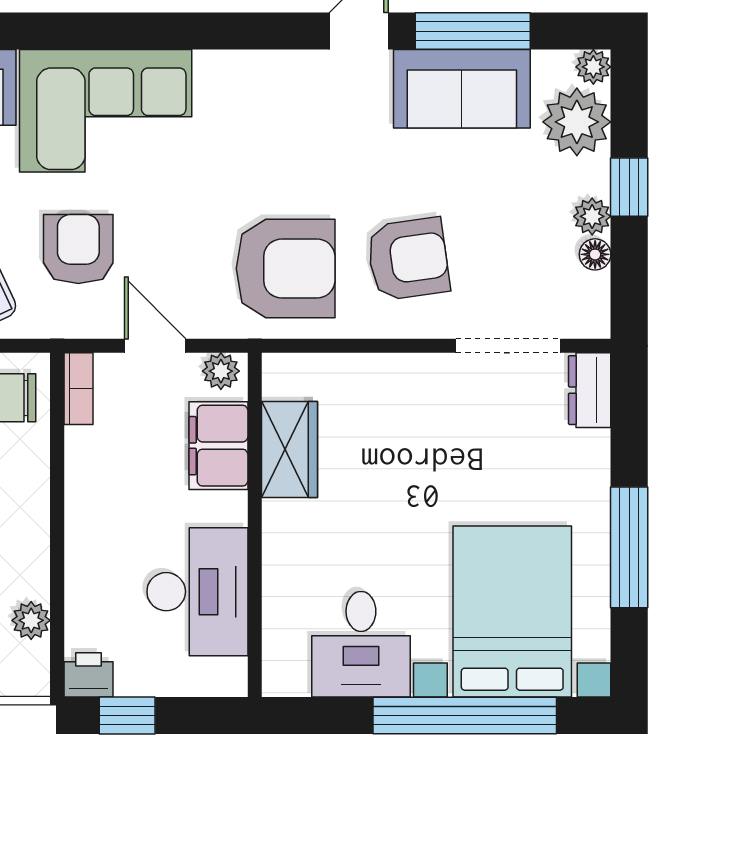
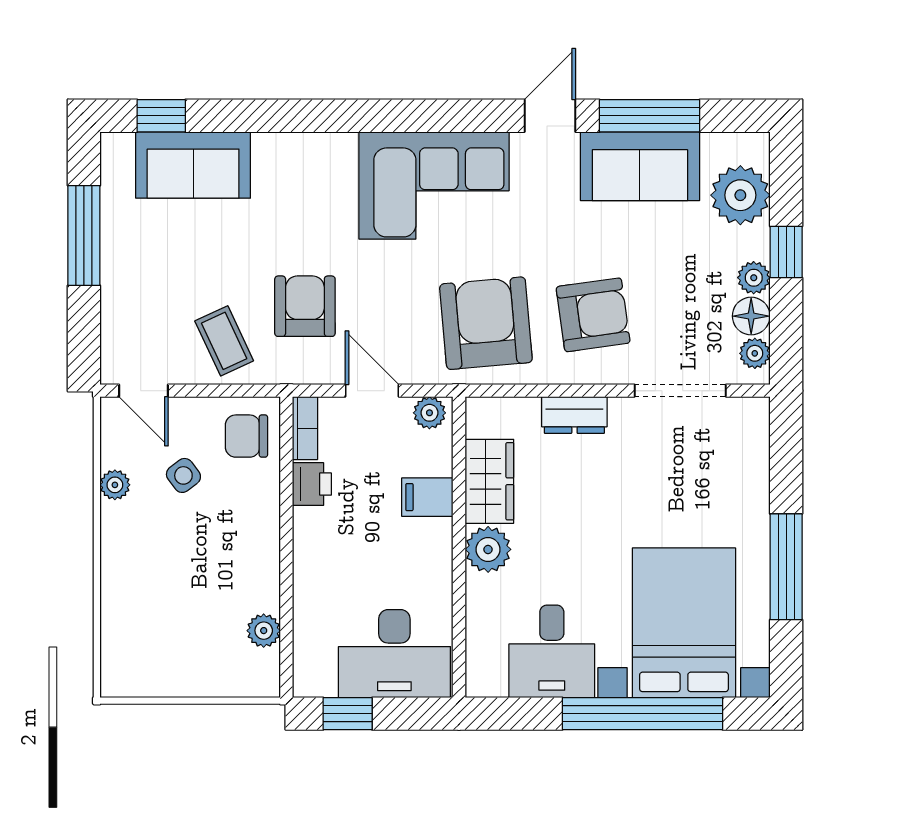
plant: (593, 67) -> (755, 353), moved
corner sofa: (106, 111) -> (434, 185), moved
floor lamp: (595, 254) -> (751, 316), width x1.37, depth x1.37
armchair: (286, 269) -> (486, 323), turned -95
dresser: (590, 390) -> (574, 415), moved, turned -90
filing cabinet: (218, 446) -> (427, 497), width x0.50
plant: (288, 528) -> (488, 549), added
desk: (197, 592) -> (394, 654), moved, turned 90
printer: (88, 675) -> (312, 484), moved, turned 90

